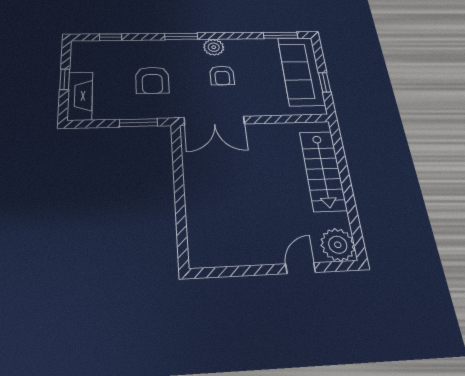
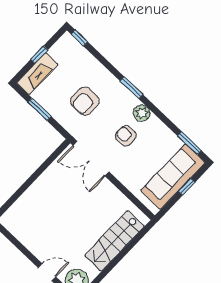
window: (110, 37) -> (79, 38), moved
armchair: (222, 75) -> (126, 136), turned 90
window: (325, 82) -> (187, 187), moved
window: (138, 123) -> (40, 109), moved

